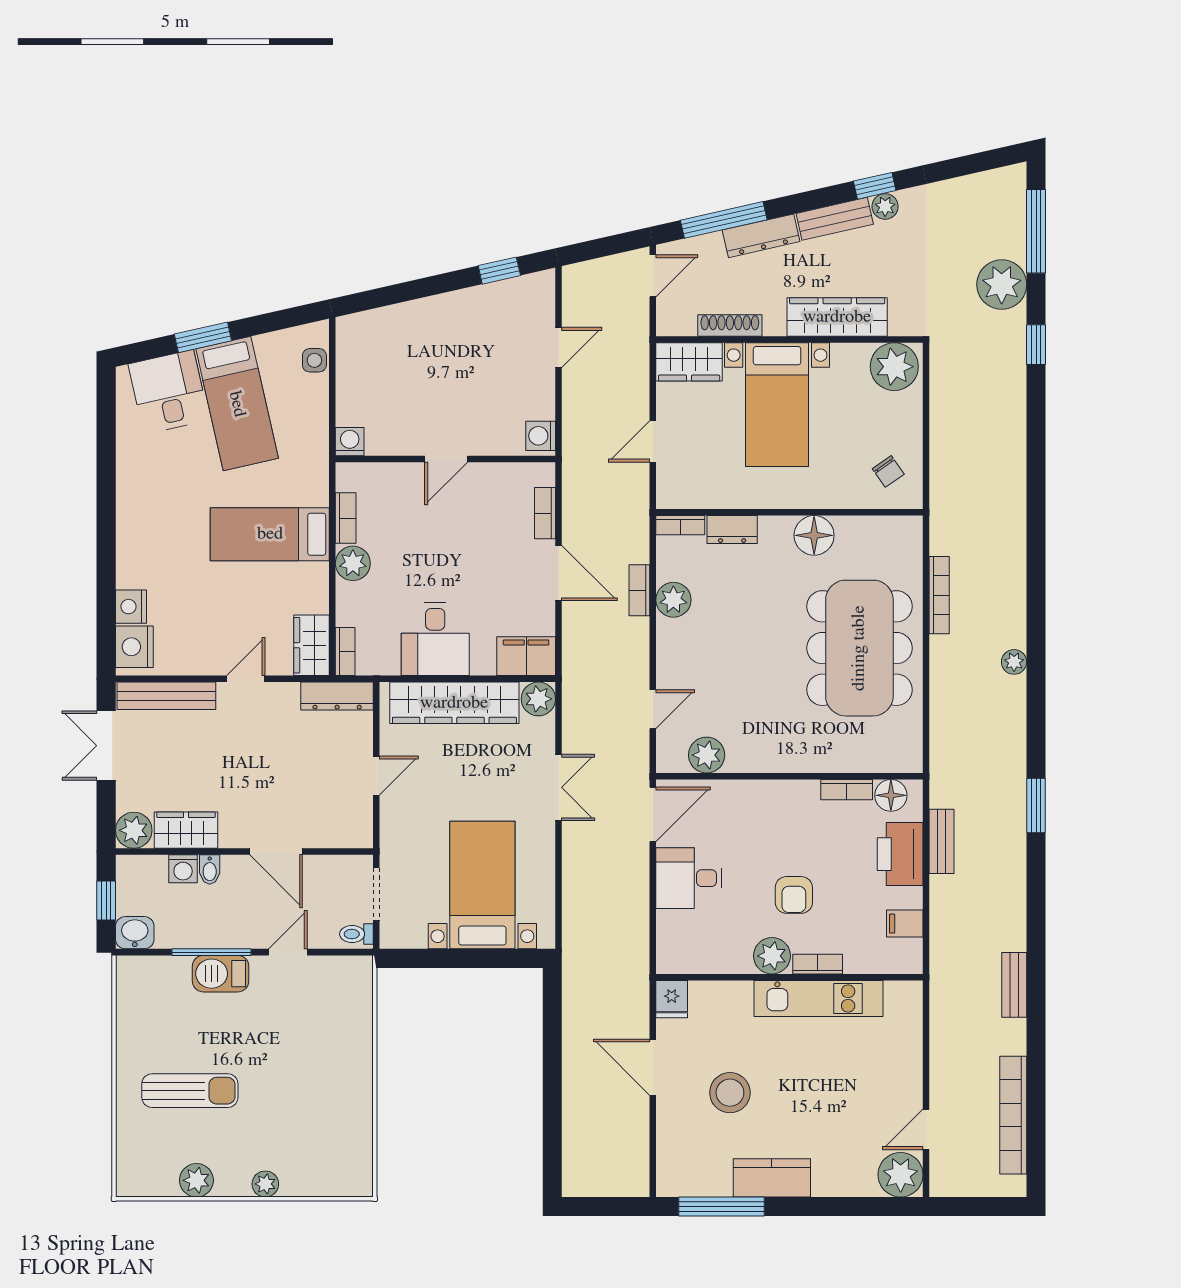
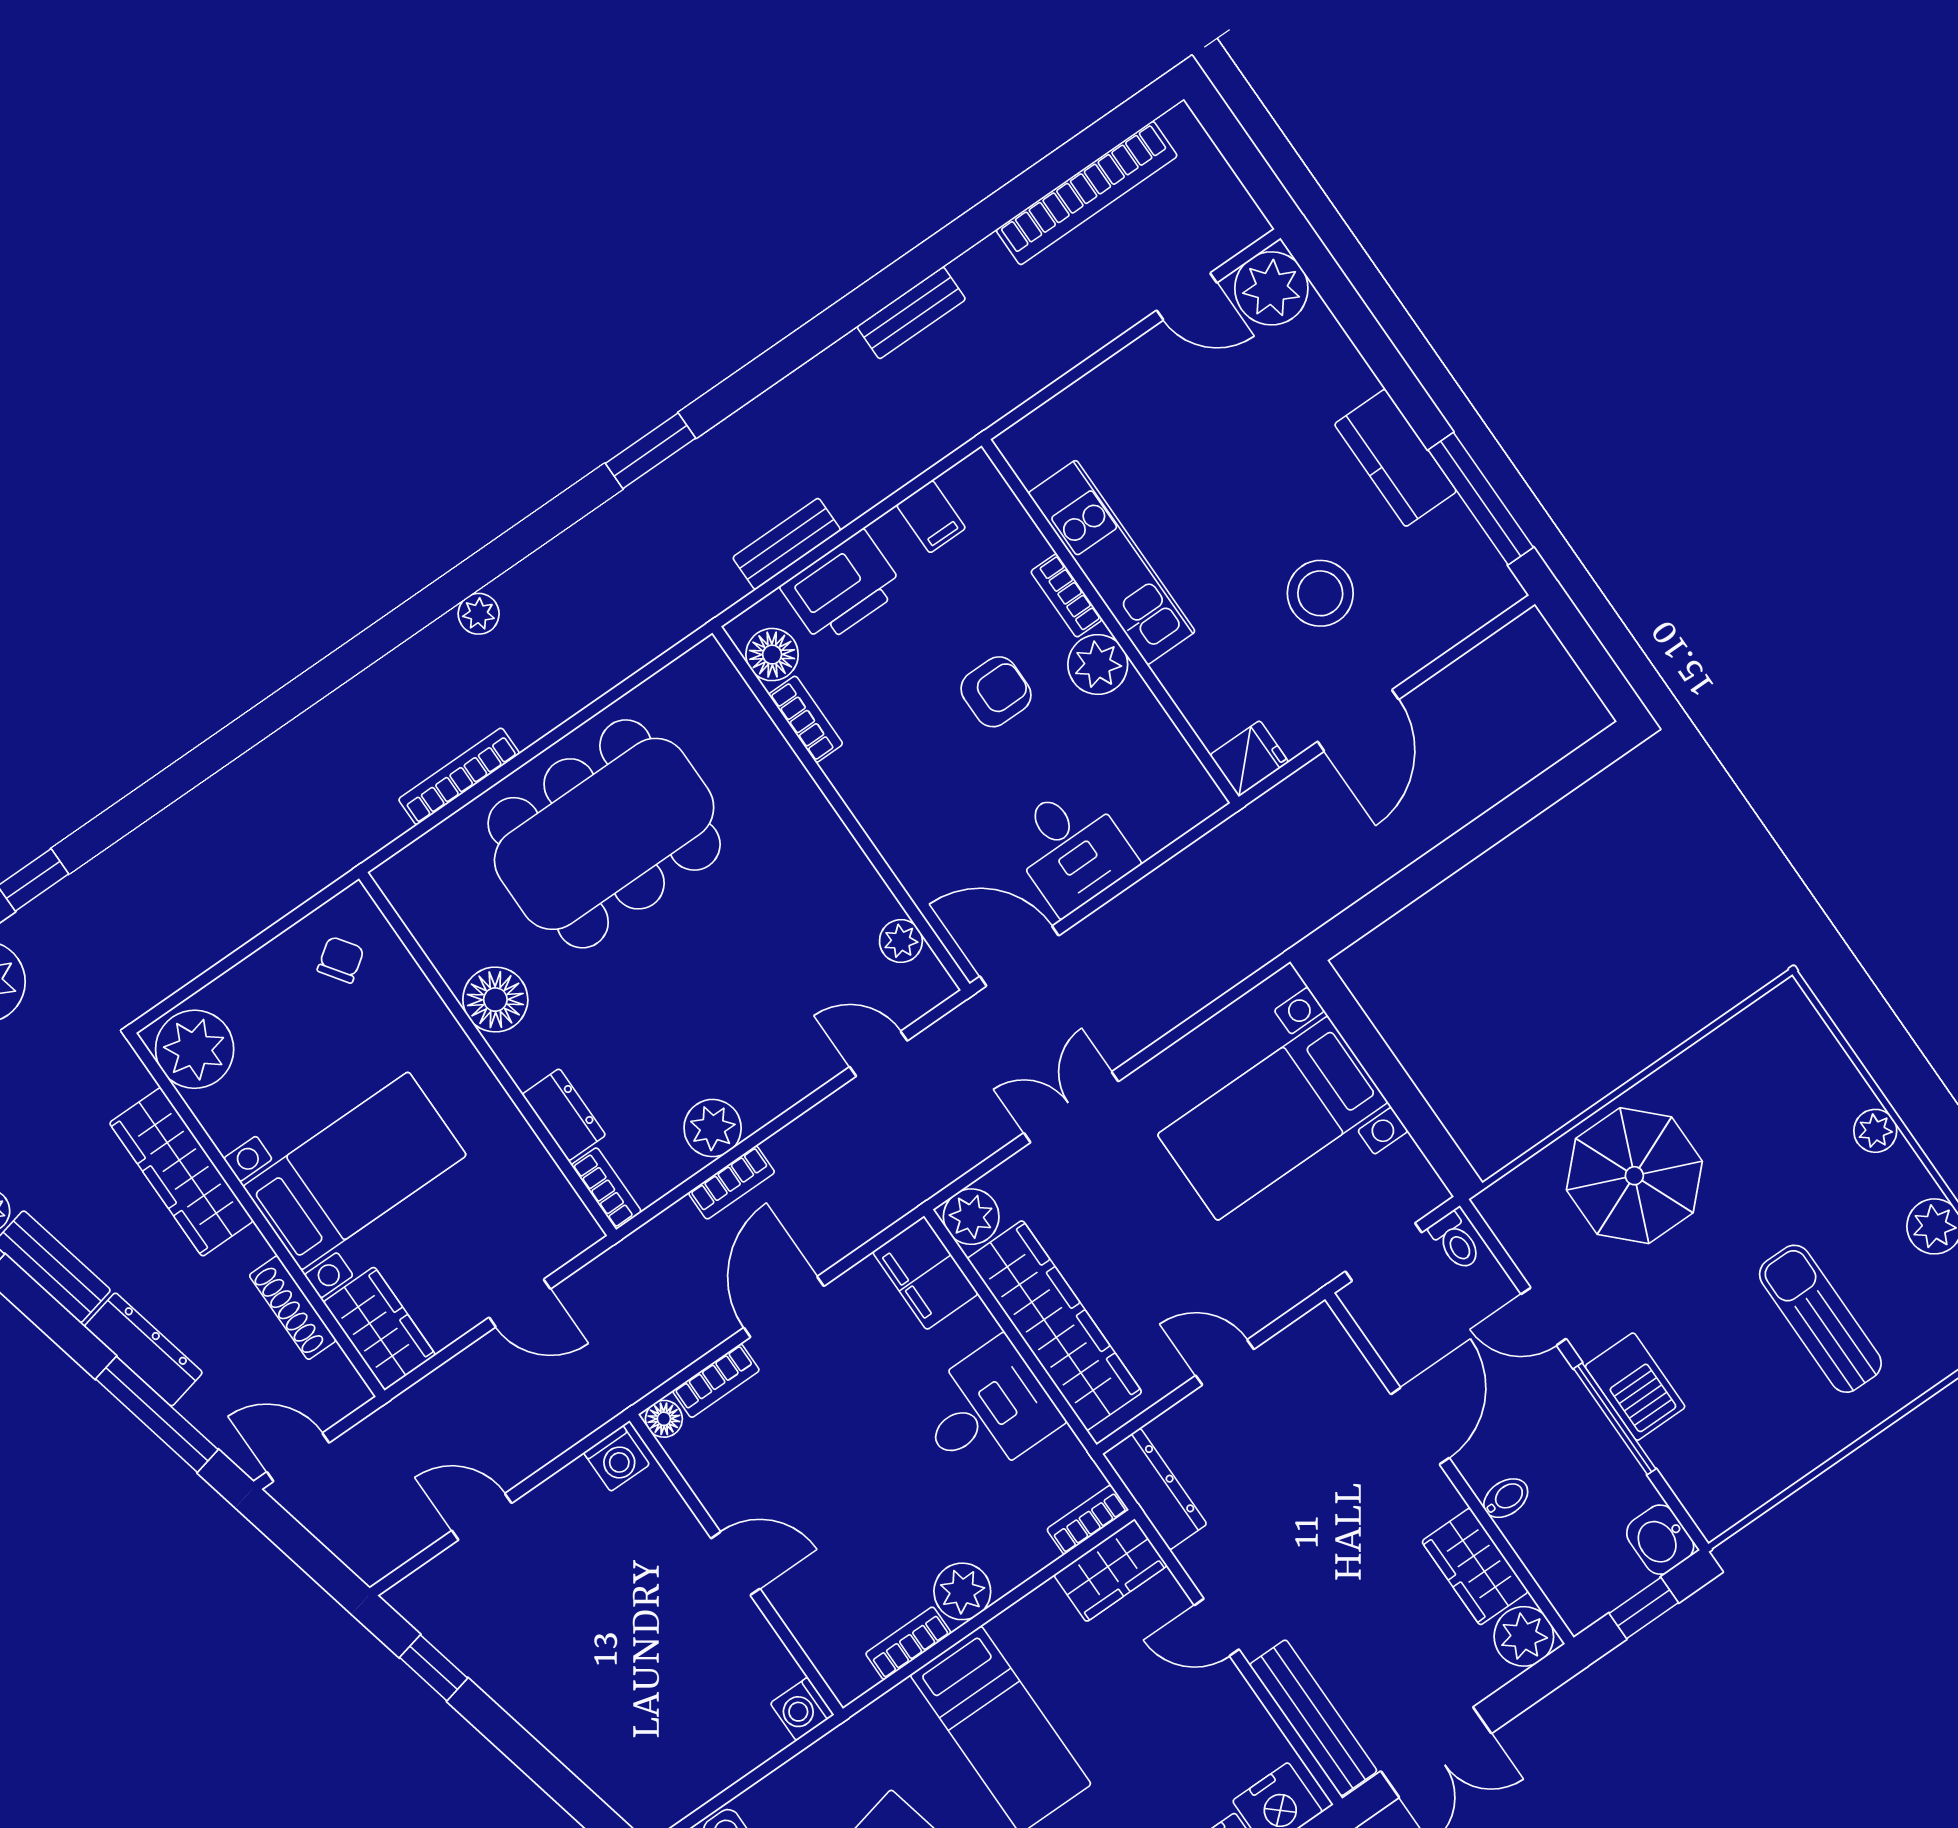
floor lamp: (544, 474) -> (664, 1419), added
plant: (707, 755) -> (901, 941), width x0.73, depth x0.73
washing machine: (183, 869) -> (1530, 1534), removed
parasol: (327, 1047) -> (1634, 1176), added

